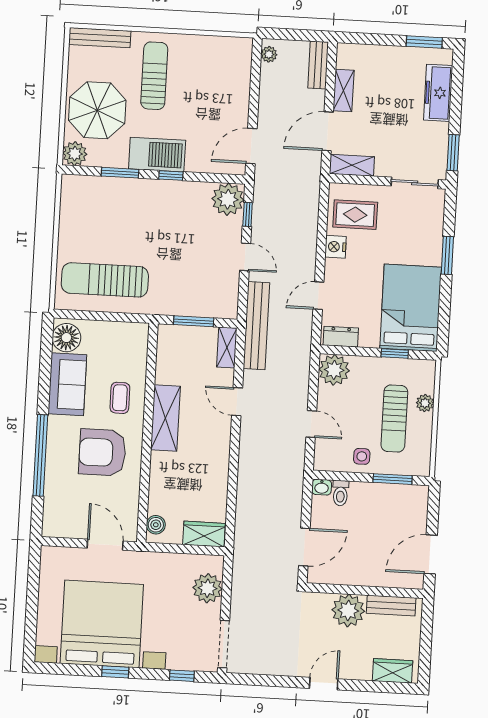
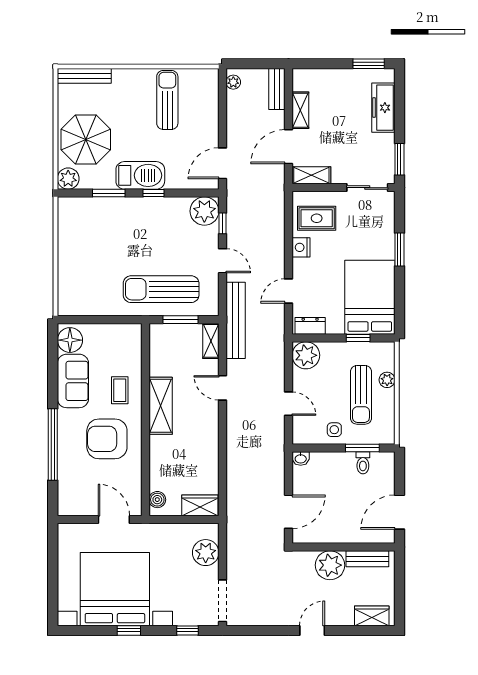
sun lounger: (154, 76) -> (167, 100), moved
sun lounger: (105, 280) -> (161, 289), moved
toilet: (340, 493) -> (363, 463), moved

